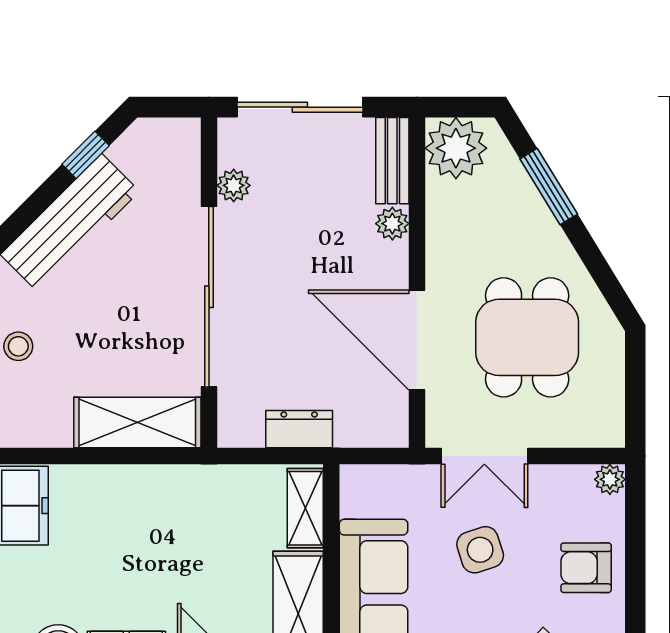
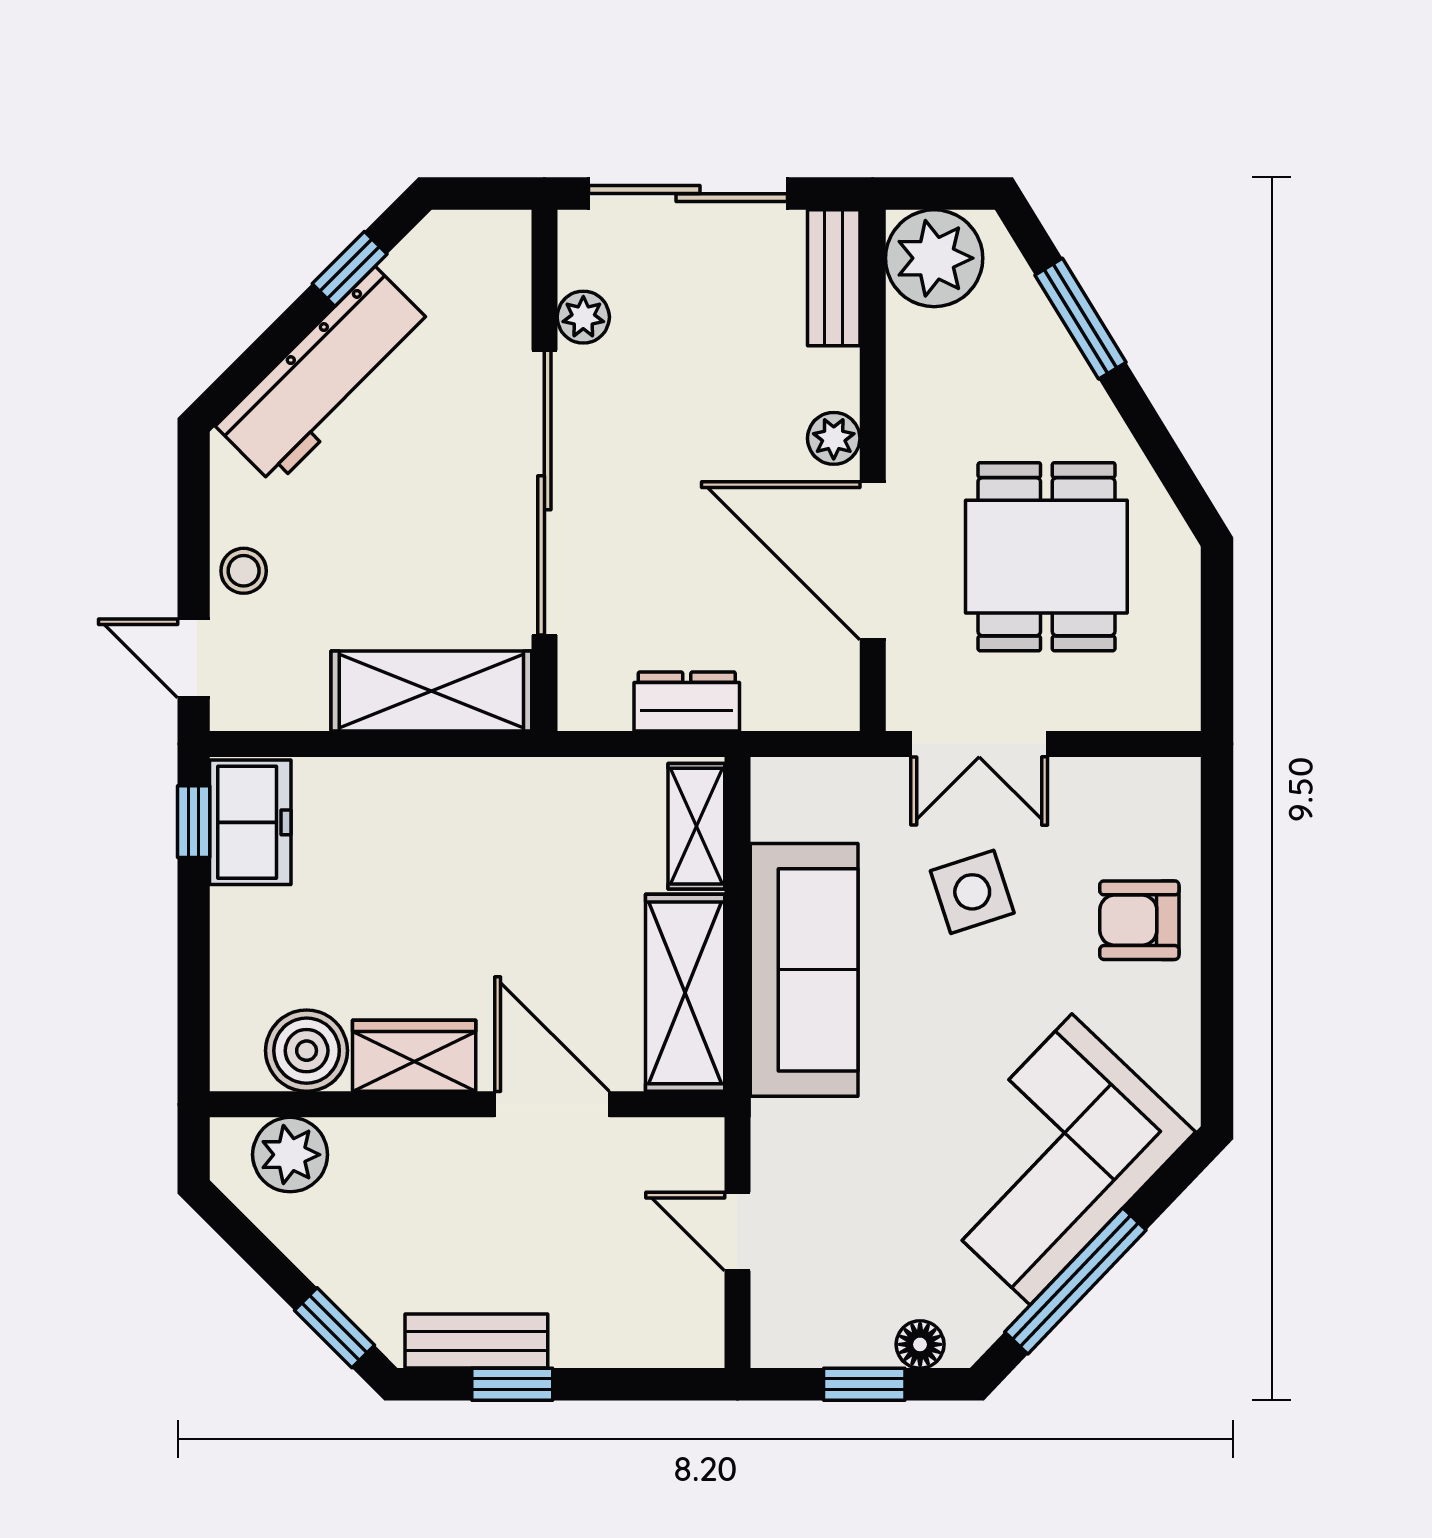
plant: (392, 224) -> (834, 438), moved
plant: (610, 479) -> (1177, 781), removed

